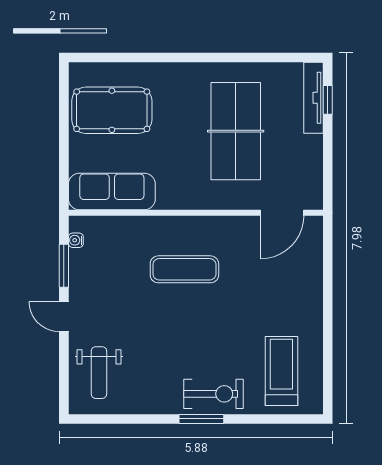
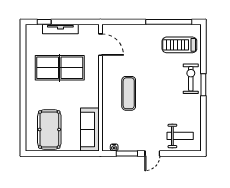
tv unit: (313, 98) -> (60, 29), moved
window: (328, 350) -> (169, 22), added

